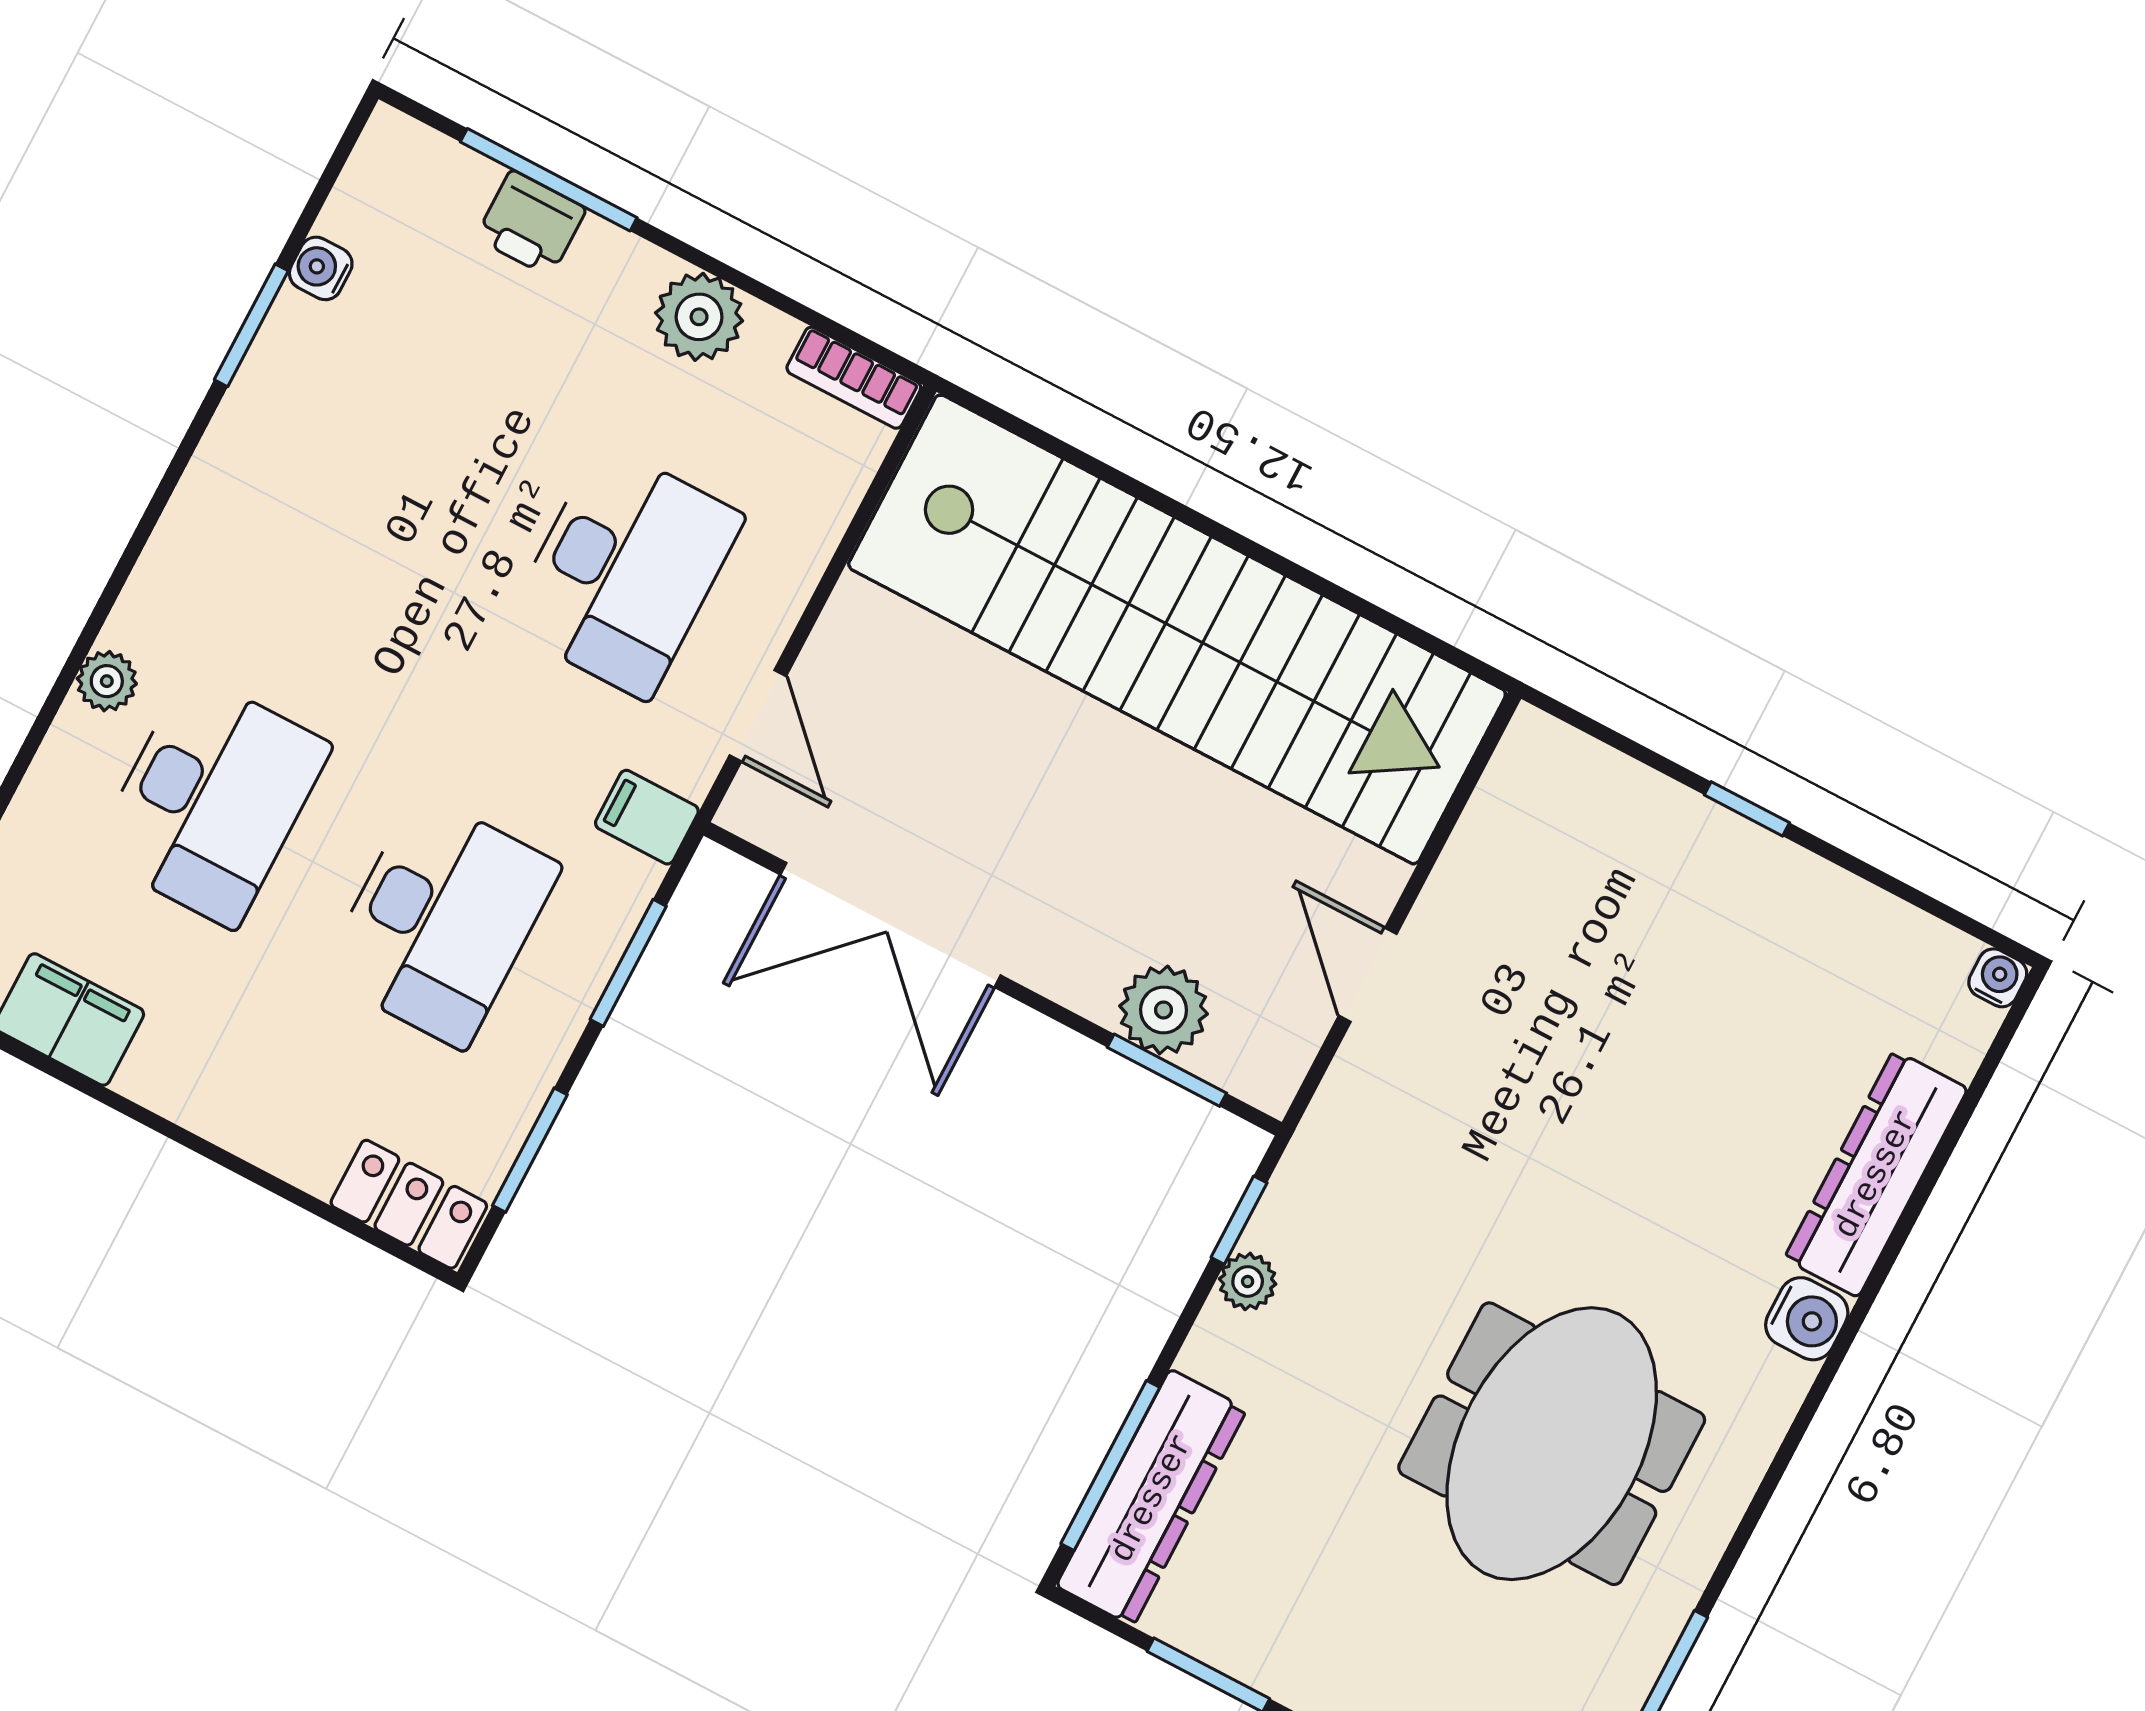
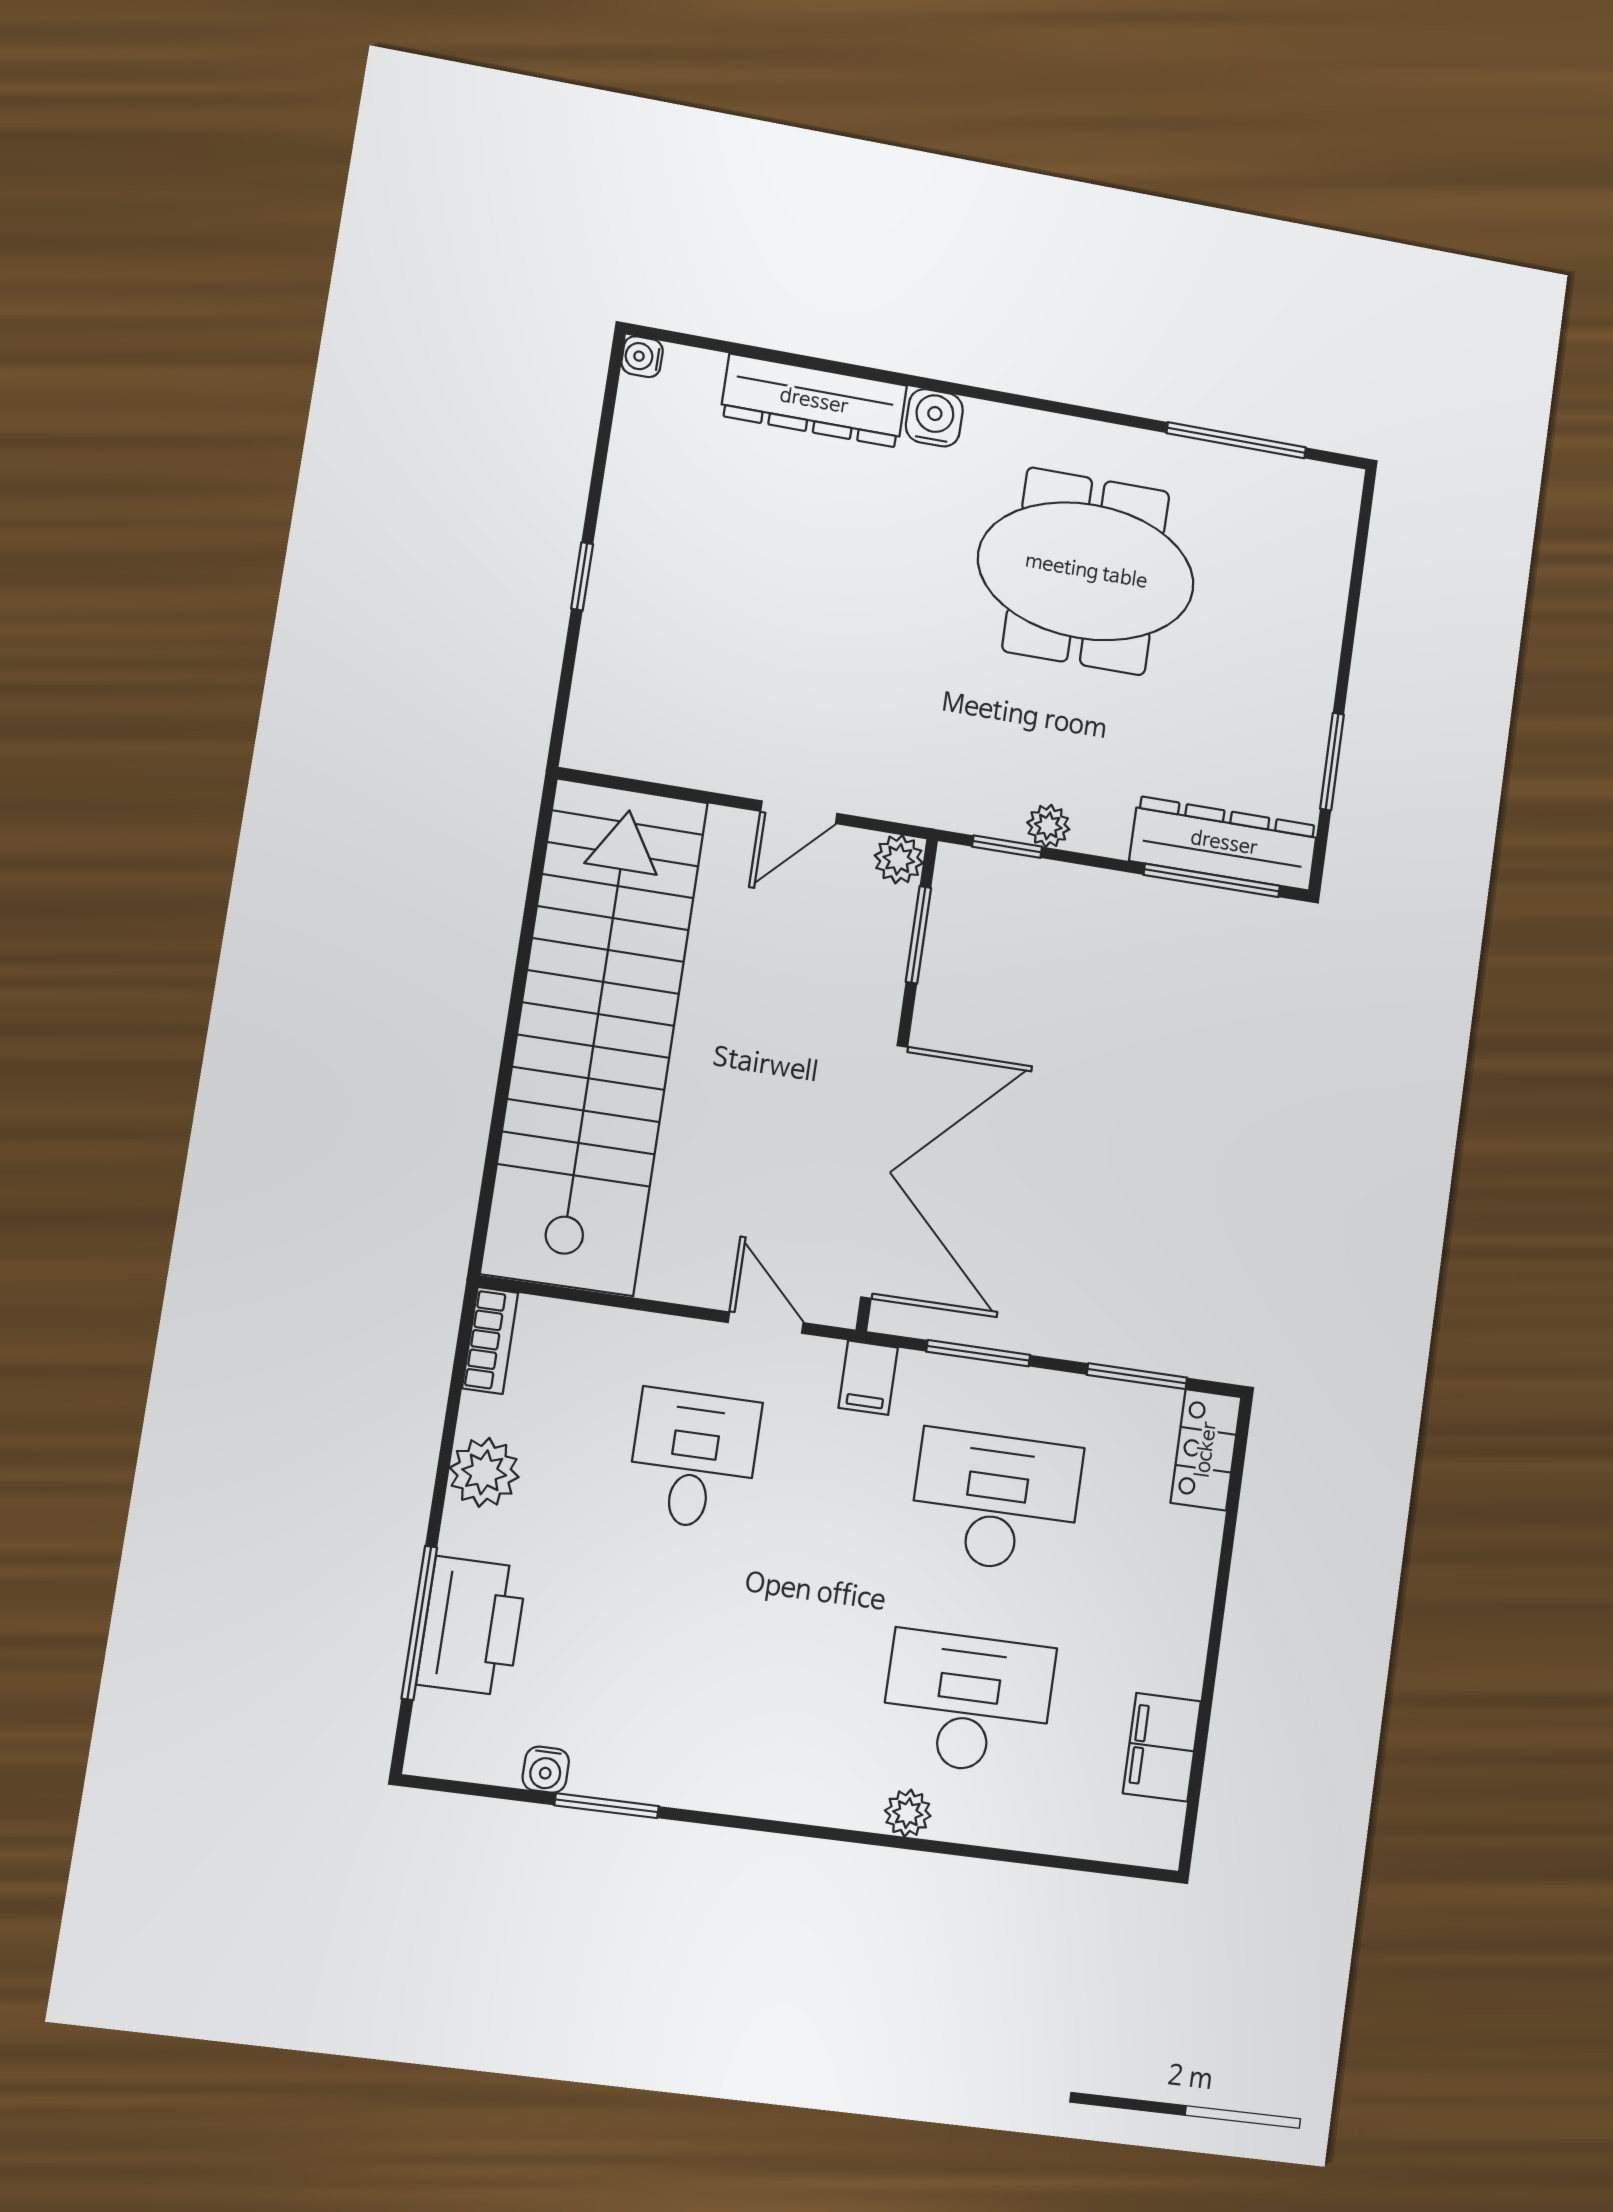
printer: (531, 223) -> (472, 1626), width x1.87, depth x1.48
desk: (624, 571) -> (693, 1459), width x0.73
door: (758, 716) -> (766, 1323), hinge flipped
double door: (890, 925) -> (884, 1172), width x1.36
plant: (1164, 1010) -> (899, 859), moved, width x0.73, depth x0.73

